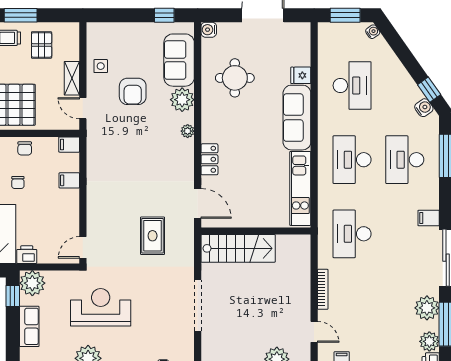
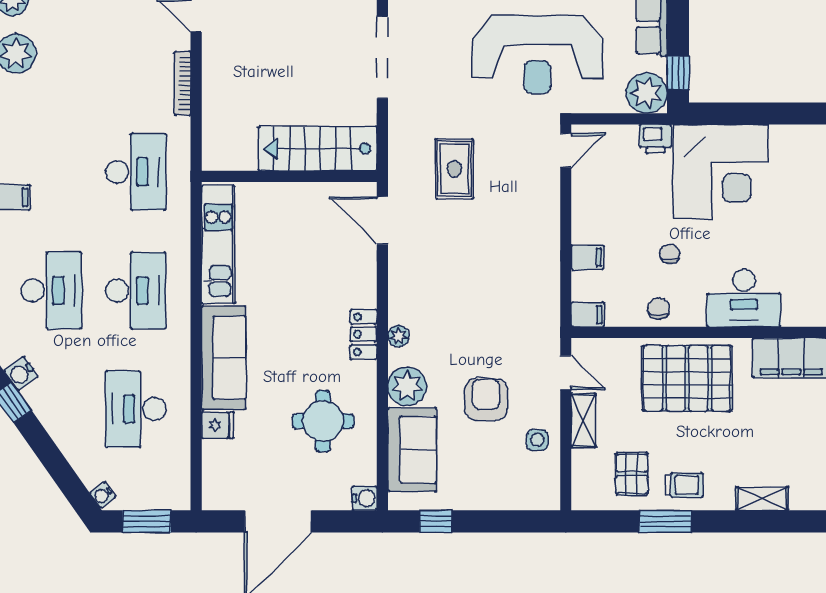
locker: (209, 159) -> (364, 334), moved
reception desk: (101, 307) -> (537, 54), width x1.36, depth x1.30

